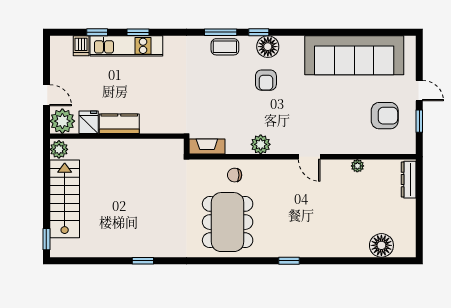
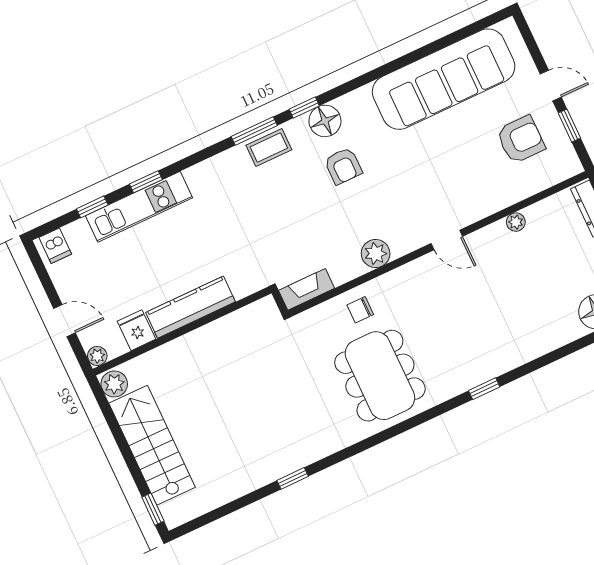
dishwasher: (81, 46) -> (55, 246), moved
plant: (62, 121) -> (97, 356), width x0.53, depth x0.53
kitchen counter: (119, 124) -> (190, 307), width x1.50

